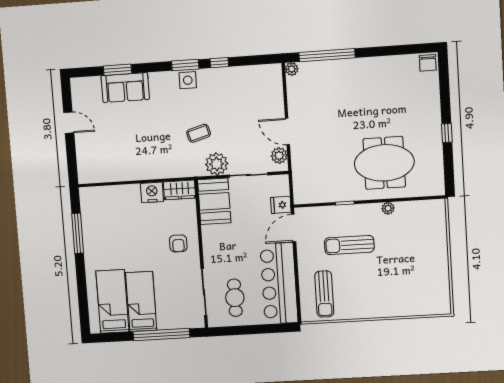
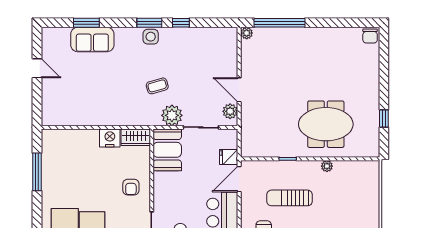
window: (447, 133) -> (384, 118), moved

